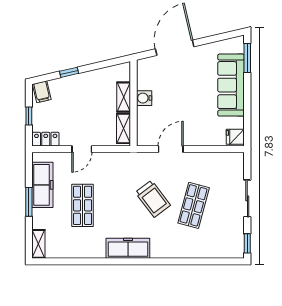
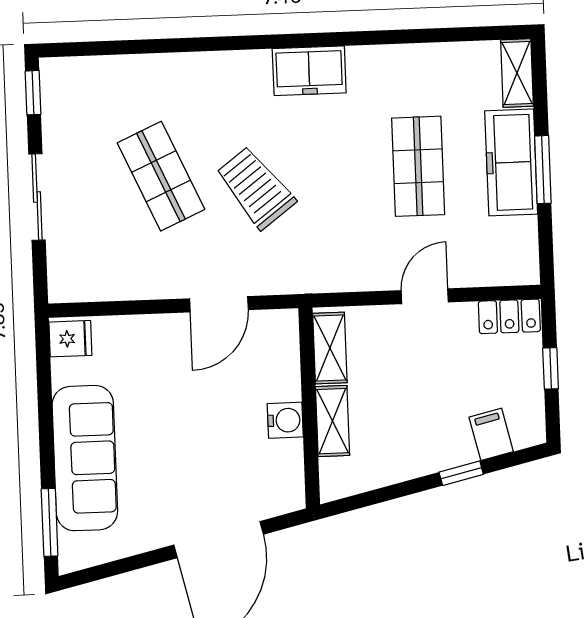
filing cabinet: (42, 92) -> (491, 434), moved
freezer: (42, 185) -> (511, 162), moved
shop shelf: (194, 205) -> (161, 176), turned -39
freezer: (128, 248) -> (309, 71), width x0.71

